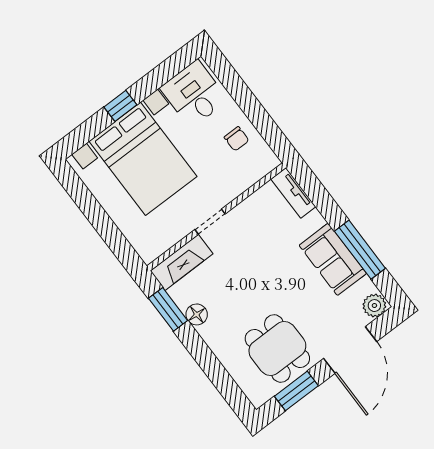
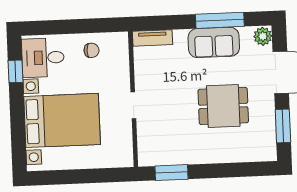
window: (120, 106) -> (16, 71), moved
fireplace: (182, 262) -> (147, 142), removed
floor lamp: (197, 314) -> (188, 156), removed
dining table: (277, 348) -> (223, 106), moved

